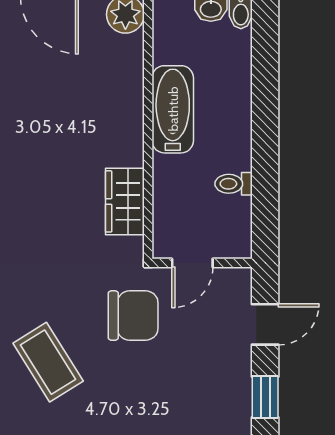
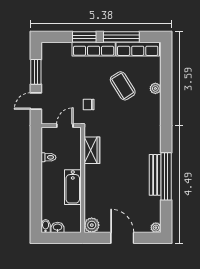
chair: (133, 316) -> (89, 105), width x0.54, depth x0.54
window: (265, 397) -> (36, 72), width x1.50

